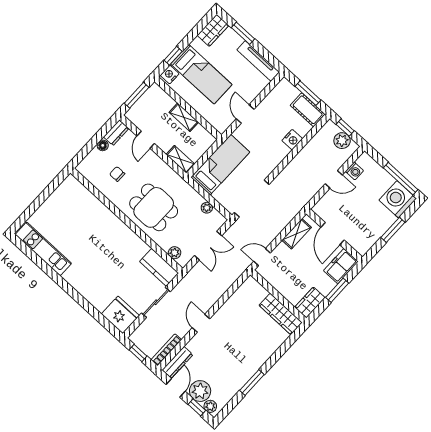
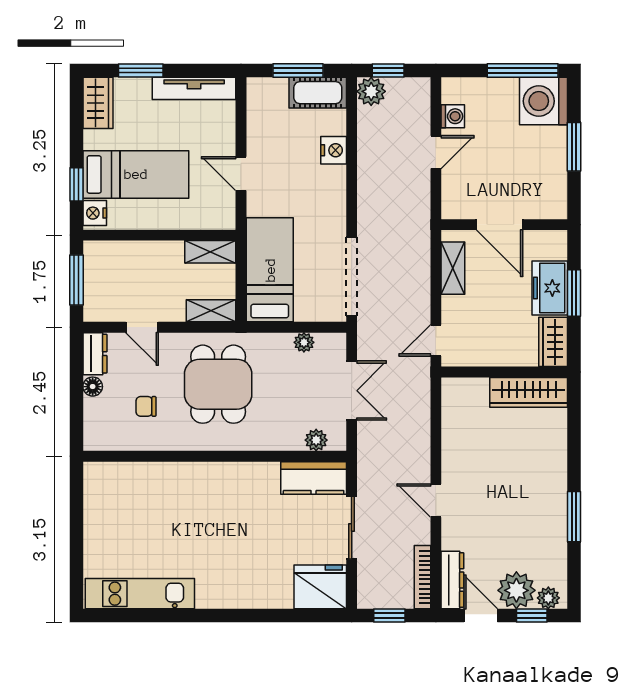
shelving: (184, 117) -> (210, 252), moved
plant: (342, 141) -> (371, 91), moved
dining table: (154, 207) -> (218, 384), moved, turned 90
freezer: (341, 266) -> (550, 288), moved

